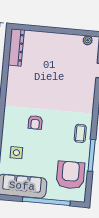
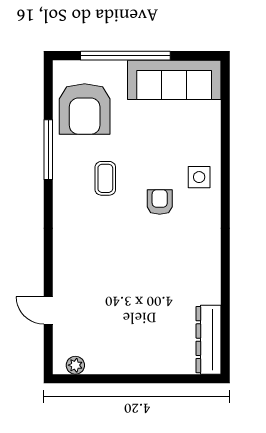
coffee table: (80, 133) -> (105, 178), moved
side table: (16, 153) -> (199, 177), moved

